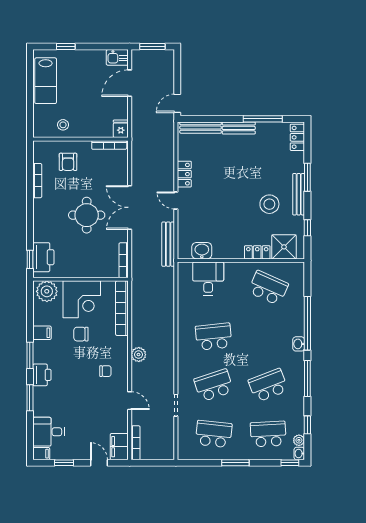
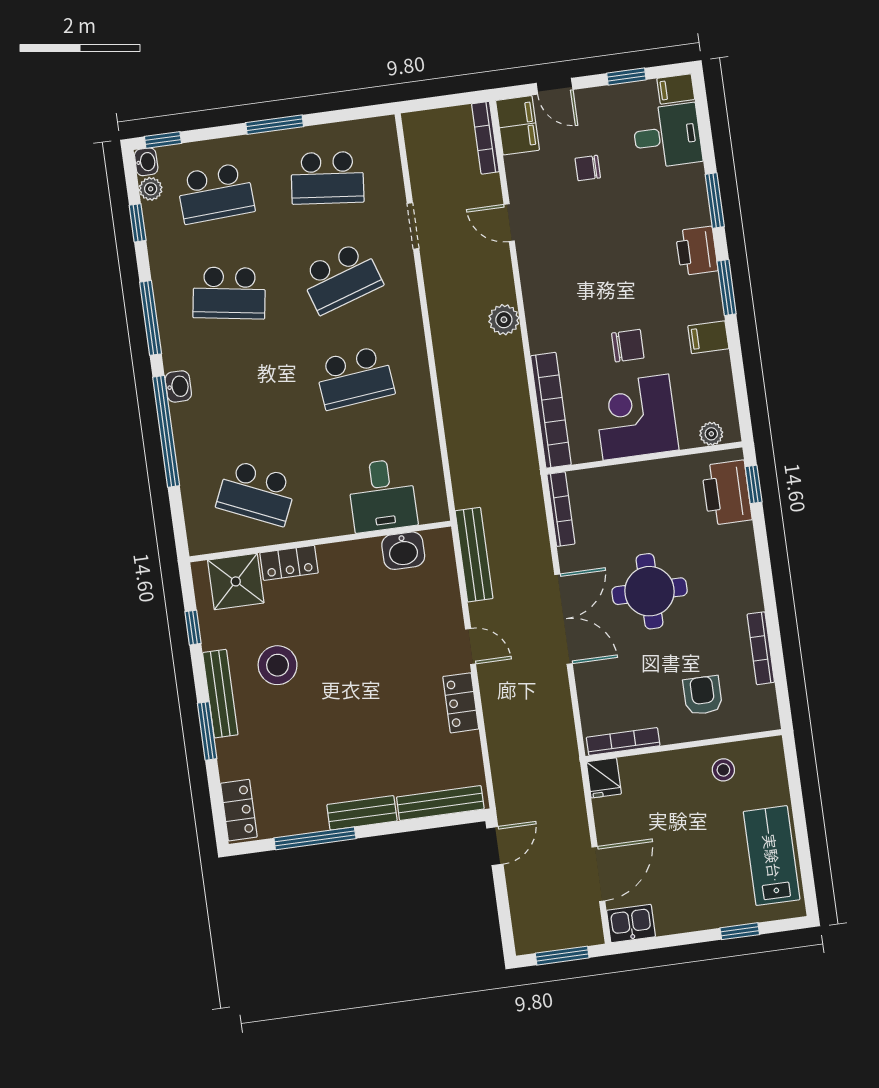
plant: (47, 291) -> (711, 434), width x0.53, depth x0.53
chair: (105, 371) -> (588, 168), moved
school desk: (268, 385) -> (229, 293), turned 30

